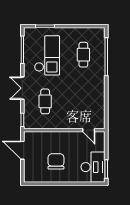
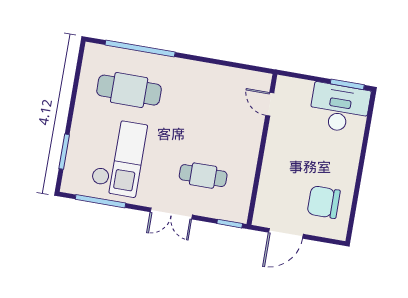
checkout: (47, 55) -> (119, 158), turned 90
cafe table: (83, 55) -> (129, 90), width x1.37, depth x1.35
door: (89, 130) -> (270, 104), swing flipped
chair: (56, 161) -> (324, 202), moved

